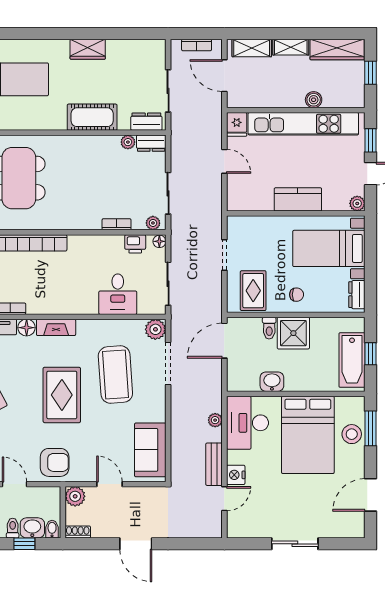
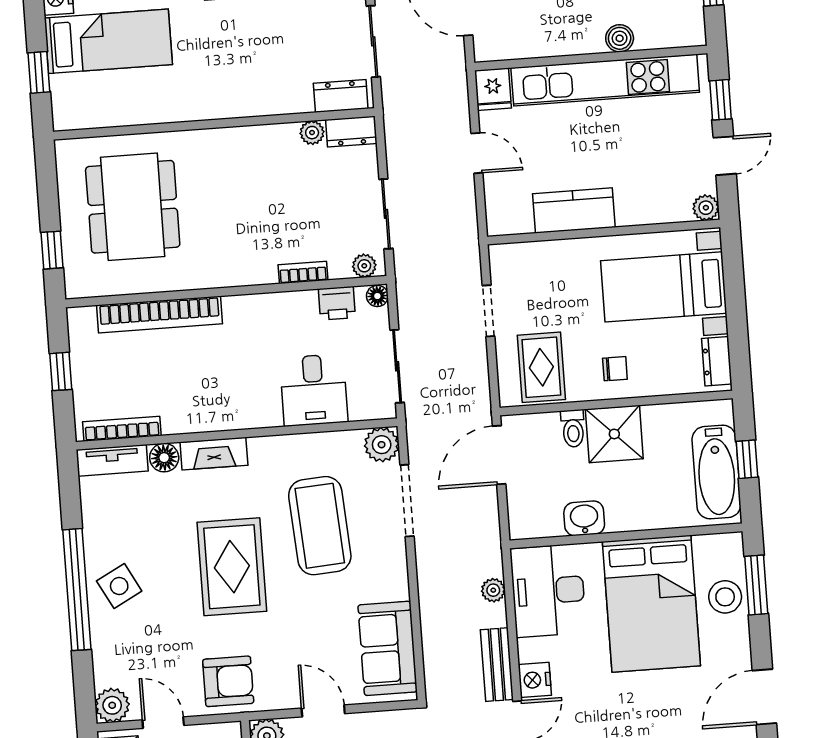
cot: (92, 117) -> (249, 95), removed
kitchen counter: (298, 199) -> (574, 210), moved

